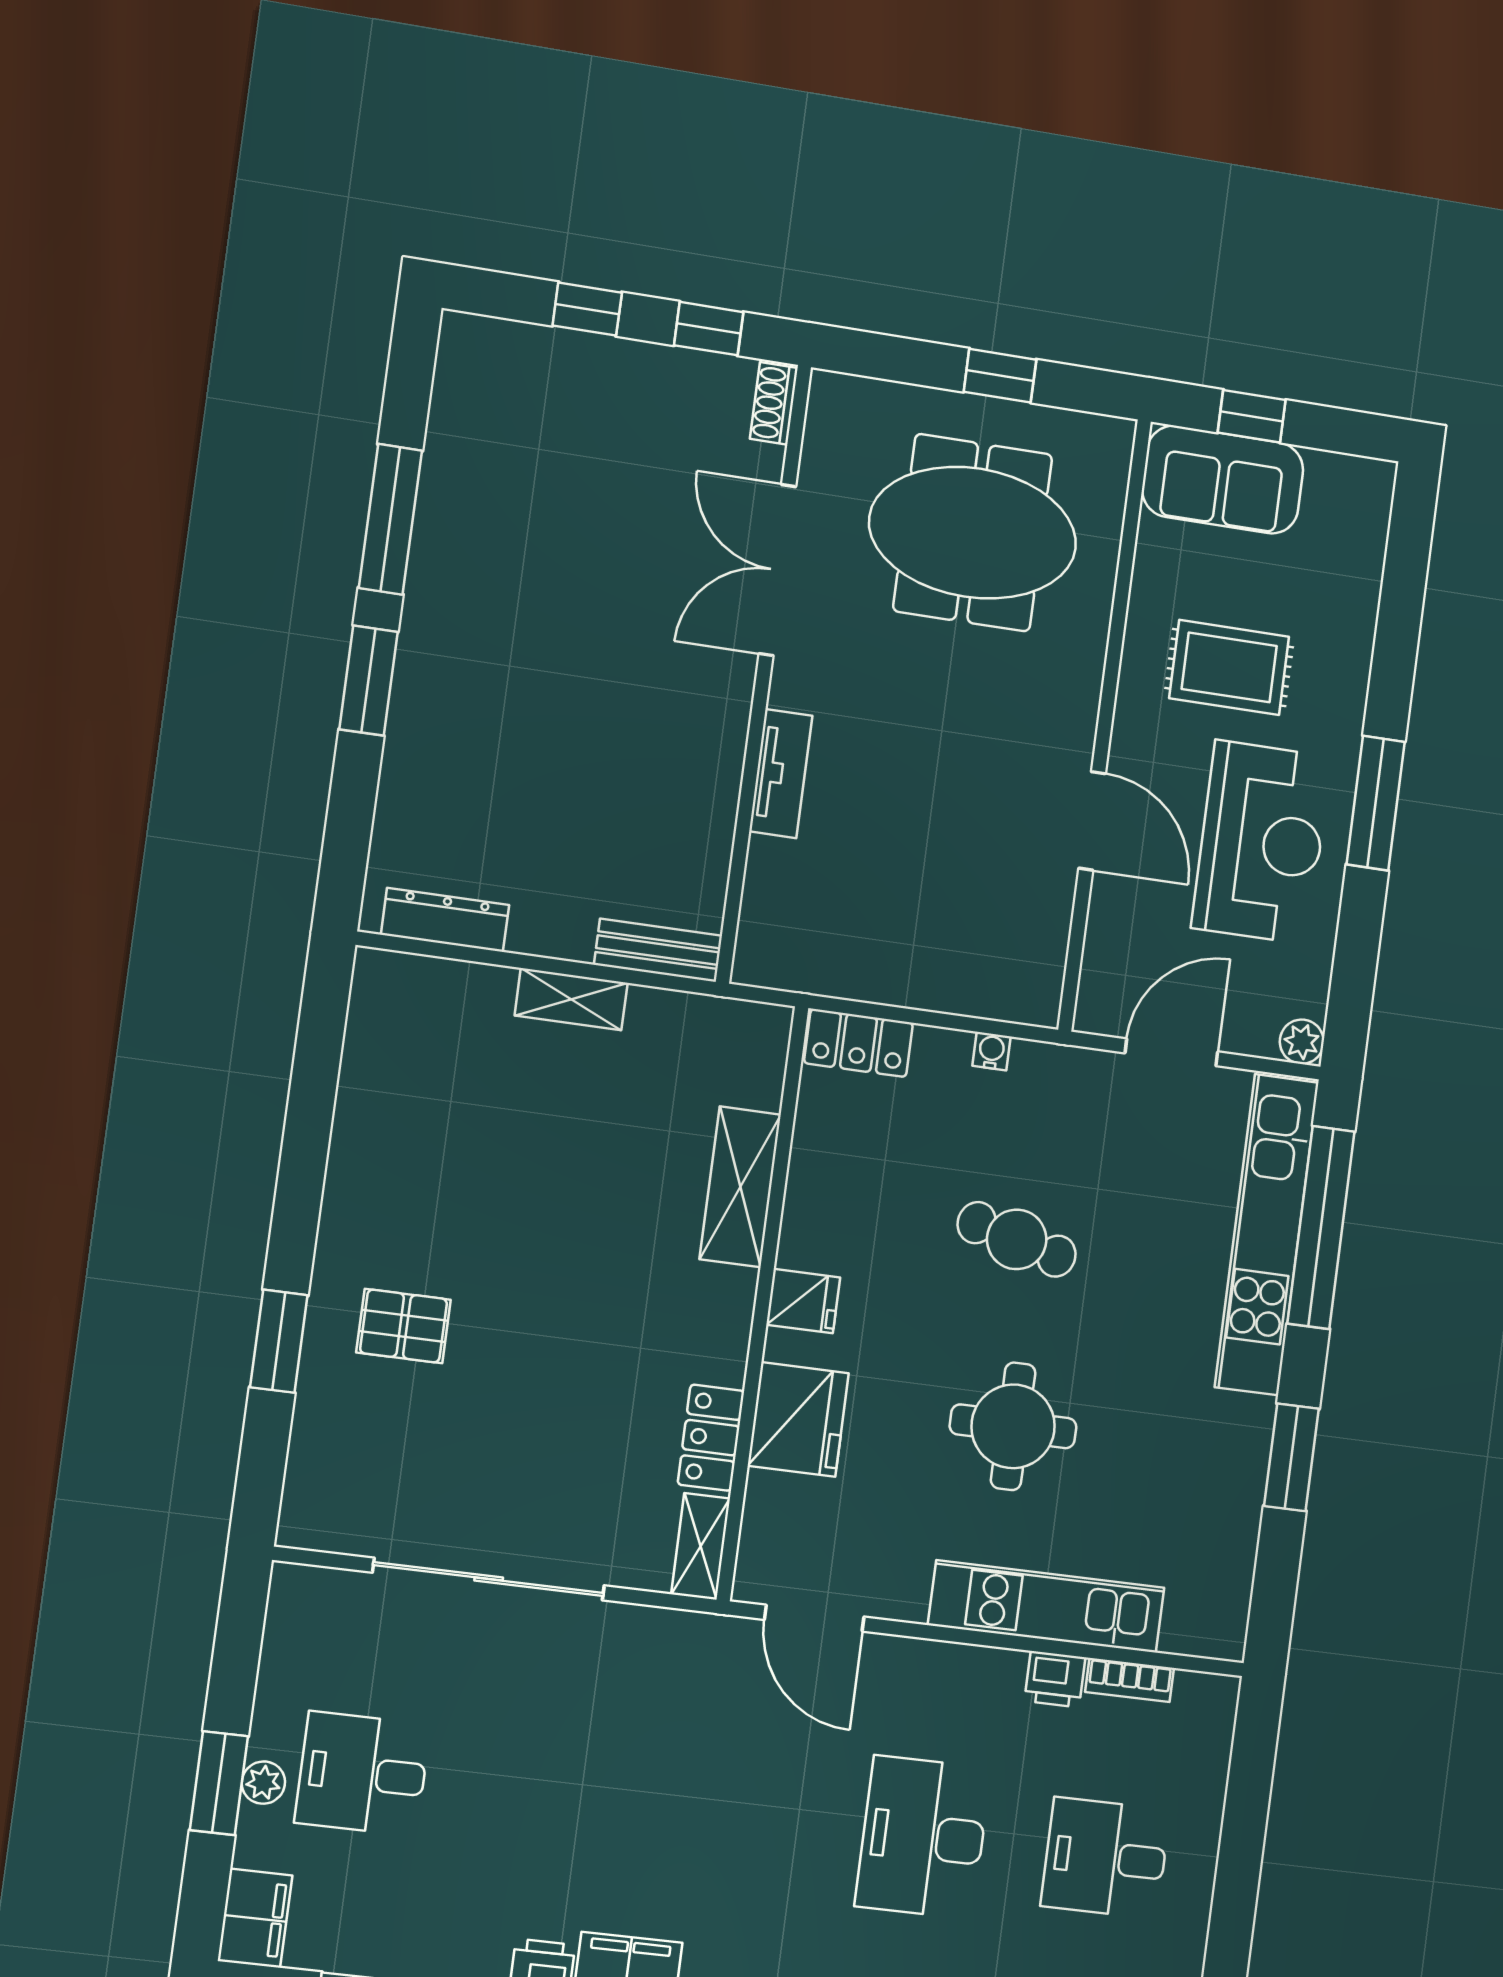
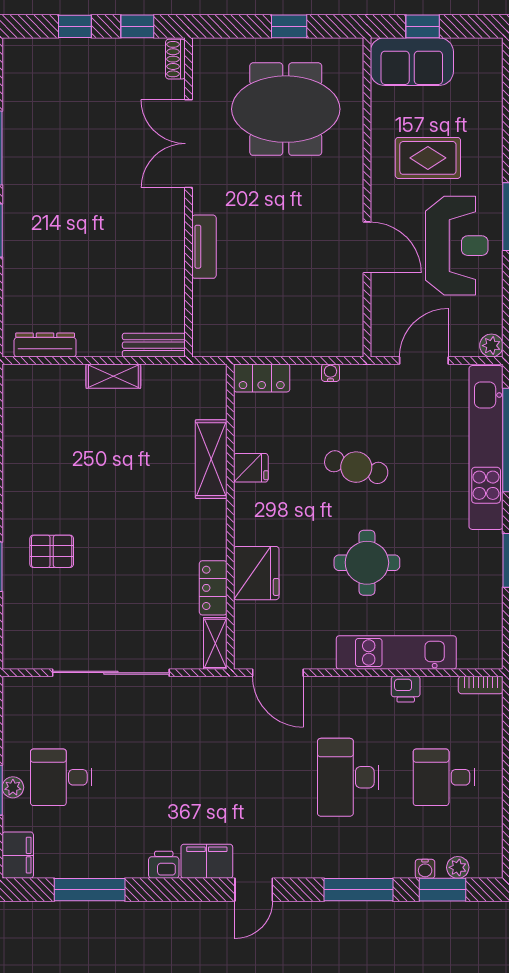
fridge: (803, 1301) -> (251, 468), moved
bookcase: (1130, 1680) -> (481, 685), moved

